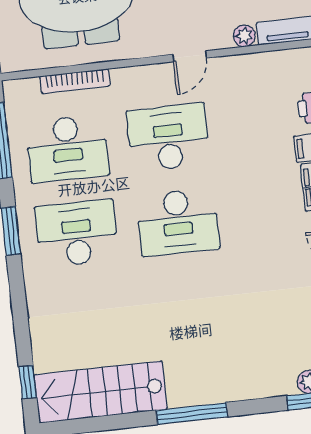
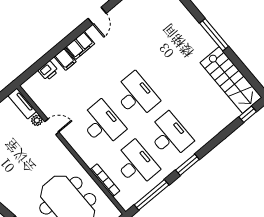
door: (190, 56) -> (52, 127), moved
desk: (168, 137) -> (102, 124), turned 180
desk: (77, 233) -> (170, 136), turned 180

